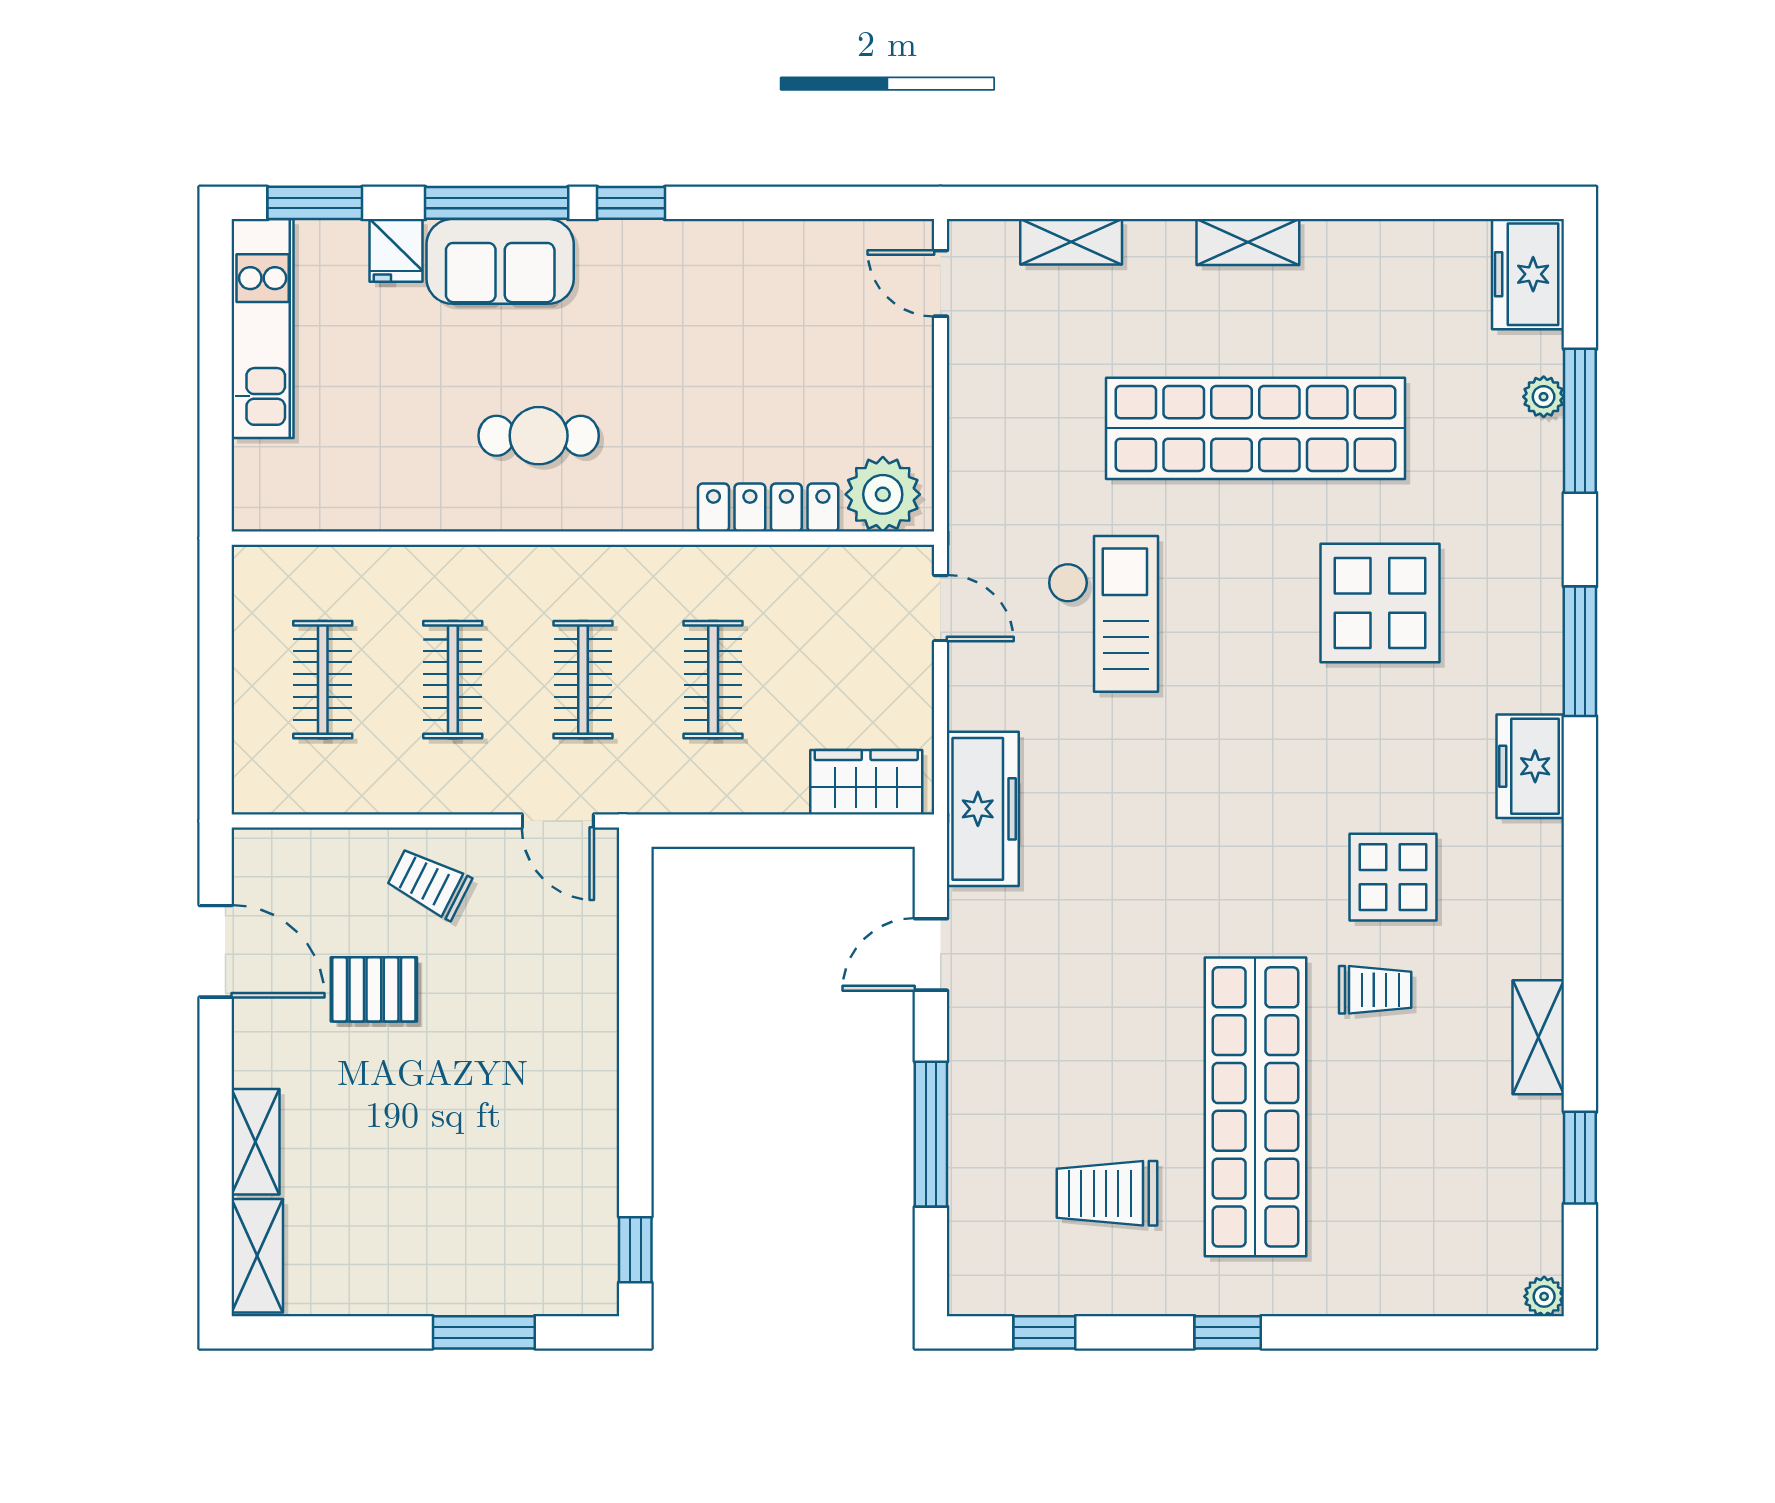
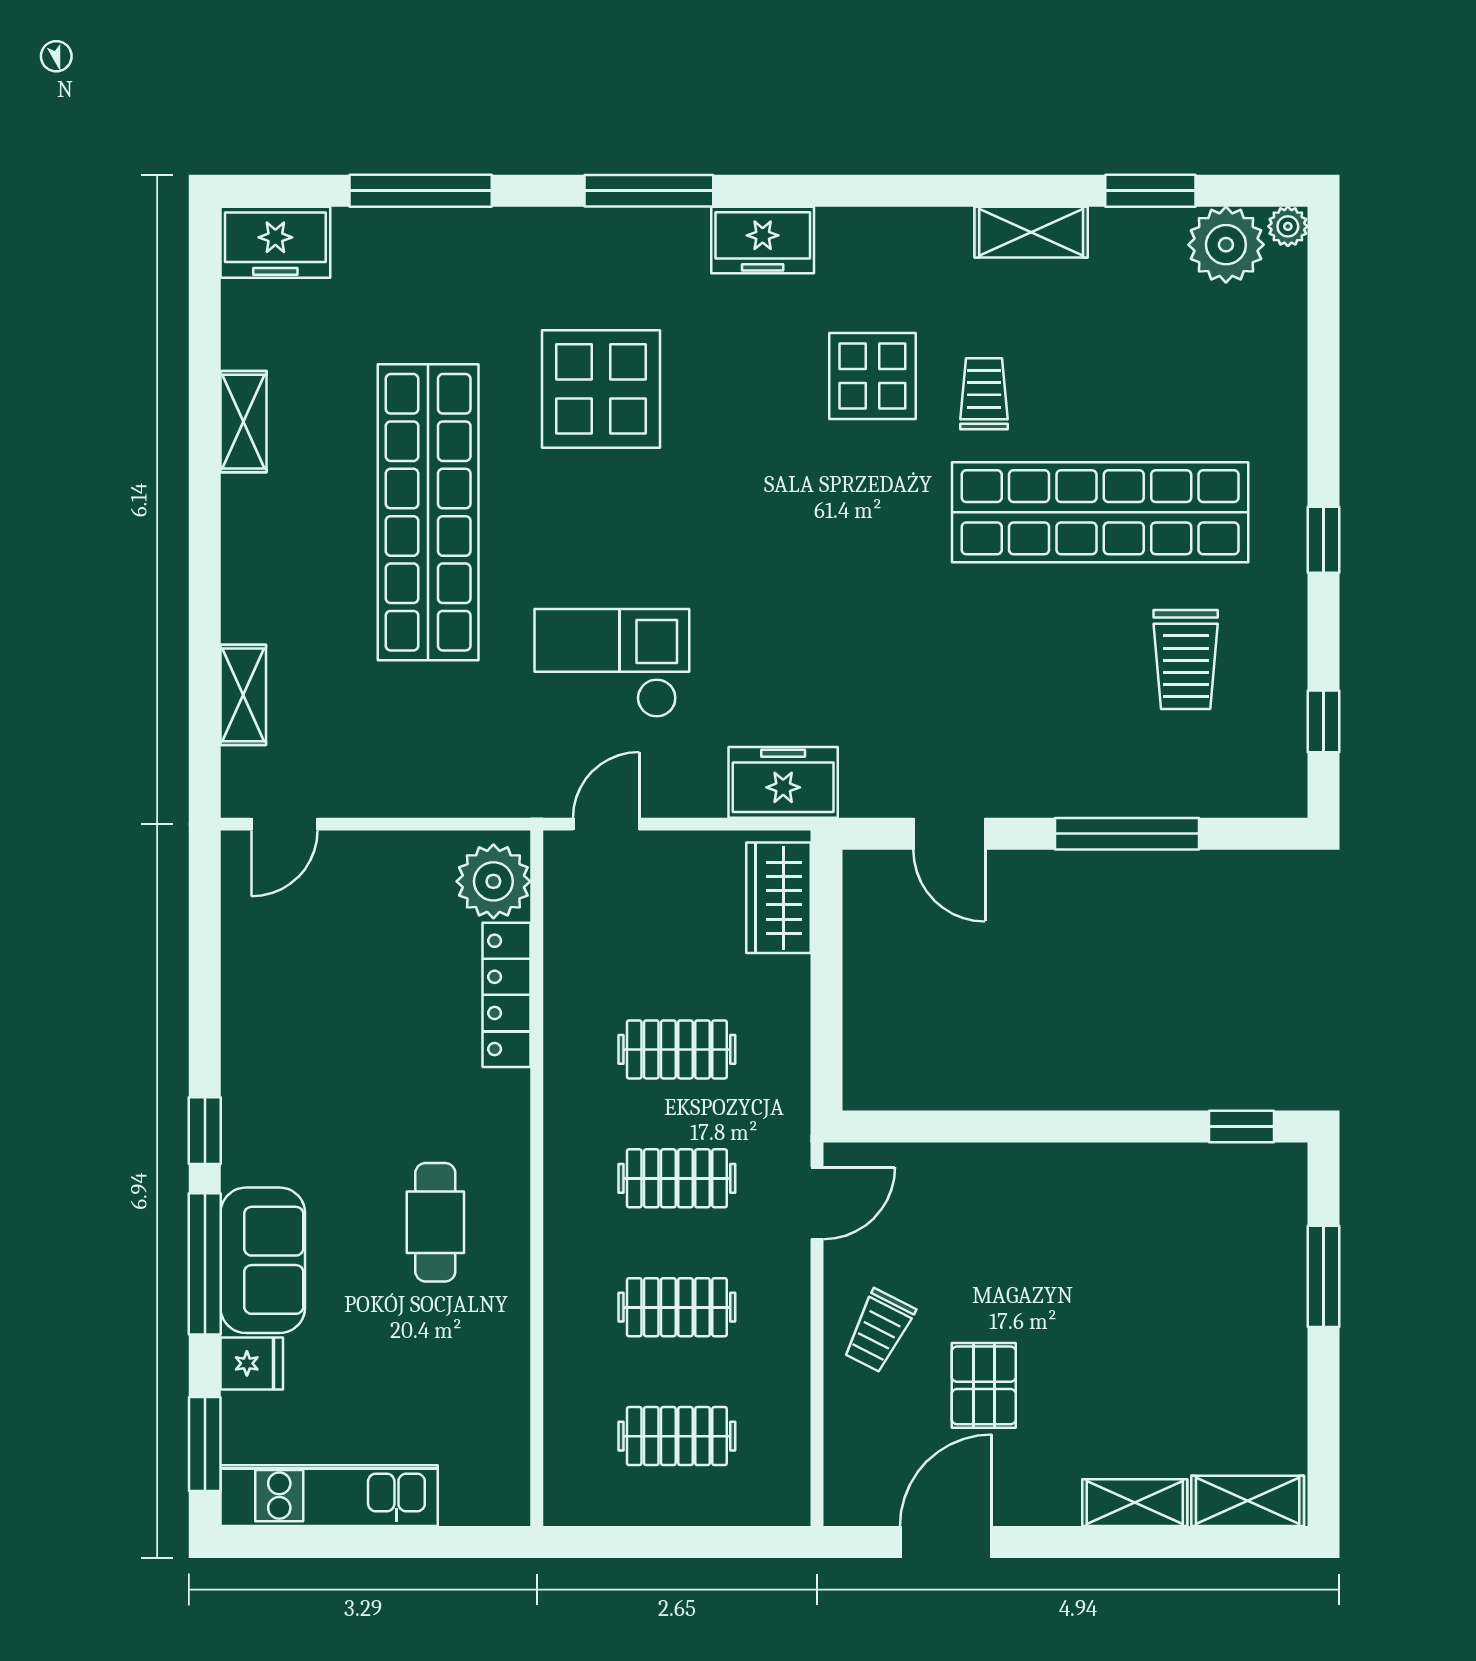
shelving: (1248, 242) -> (244, 422), moved
plant: (1544, 397) -> (1226, 245), moved, width x1.88, depth x1.88
freezer: (983, 809) -> (783, 782), width x0.71

